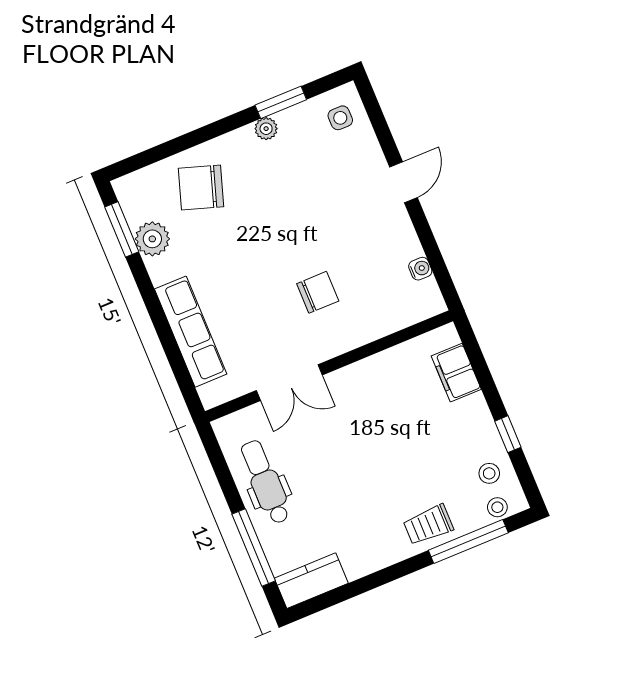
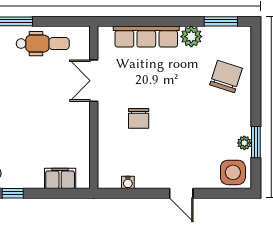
side table: (340, 118) -> (233, 172), width x1.87, depth x1.87
plant: (266, 129) -> (244, 143), moved
plant: (152, 239) -> (191, 37), moved

